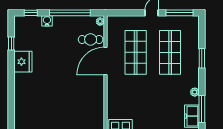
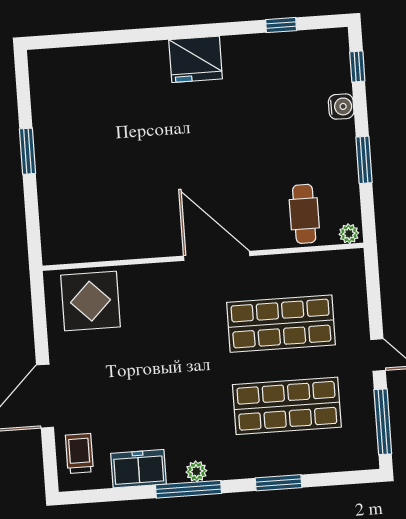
window: (70, 13) -> (364, 160), width x0.47
door: (105, 61) -> (217, 256), moved
fridge: (23, 62) -> (196, 59), moved
window: (202, 109) -> (188, 489), moved

